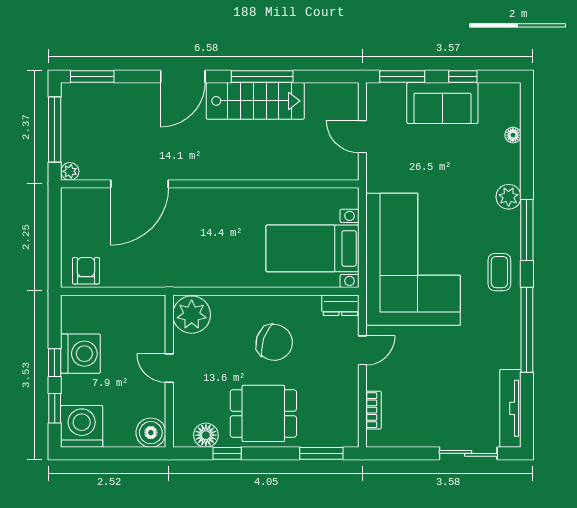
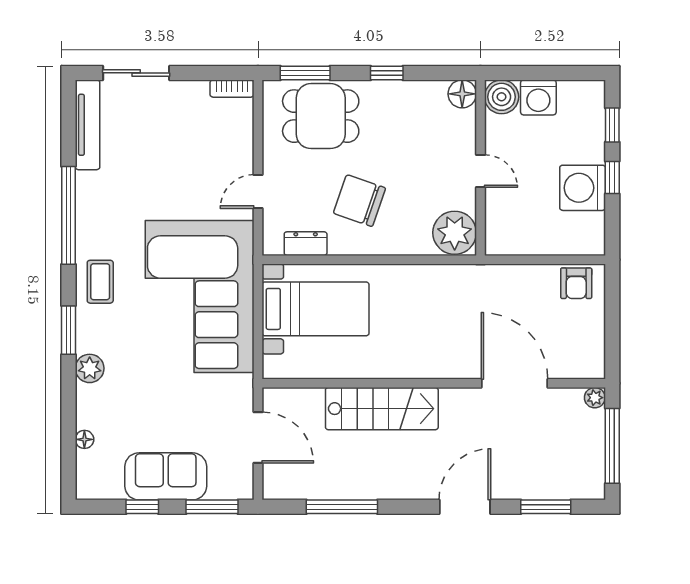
window: (92, 77) -> (546, 507), moved
window: (262, 77) -> (342, 507), moved
stairs: (255, 101) -> (382, 409), moved, turned 180
door: (362, 137) -> (258, 438), width x1.38
door: (140, 184) -> (515, 383), hinge flipped
window: (527, 230) -> (68, 330), width x0.69
dresser: (340, 305) -> (306, 244), moved
bookcase: (374, 410) -> (232, 89), moved, turned -90
dining table: (263, 413) -> (321, 116), moved
washing machine: (82, 426) -> (538, 97), moved, width x0.73, depth x0.73
floor lamp: (206, 435) -> (462, 94), moved
window: (227, 453) -> (387, 73), moved

